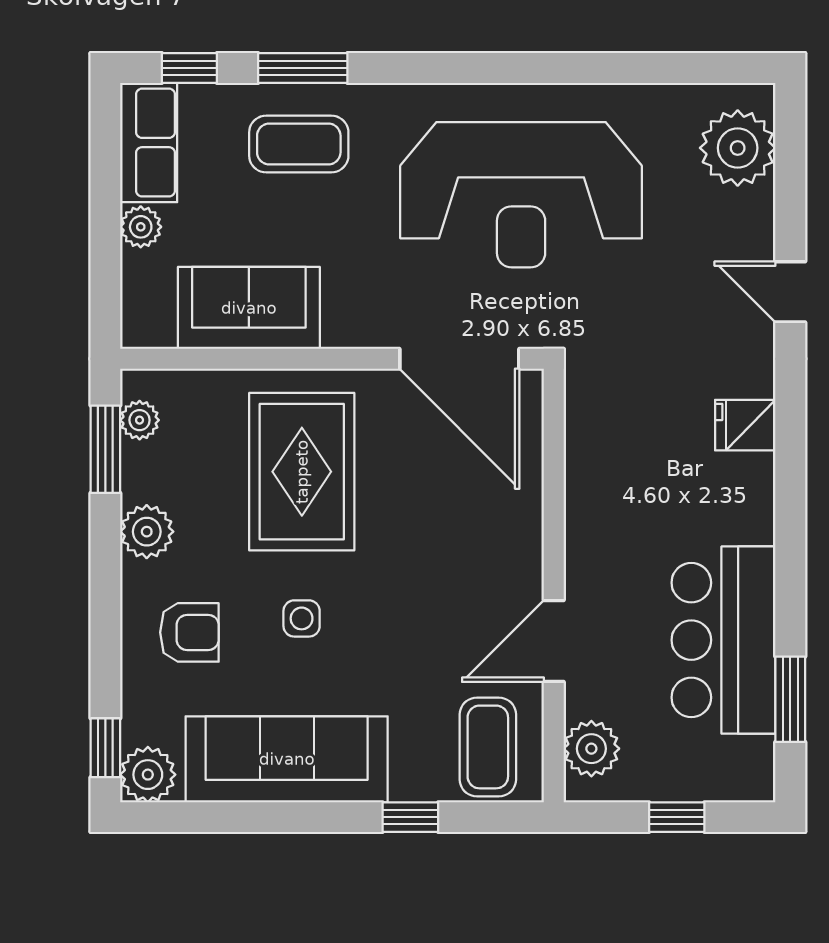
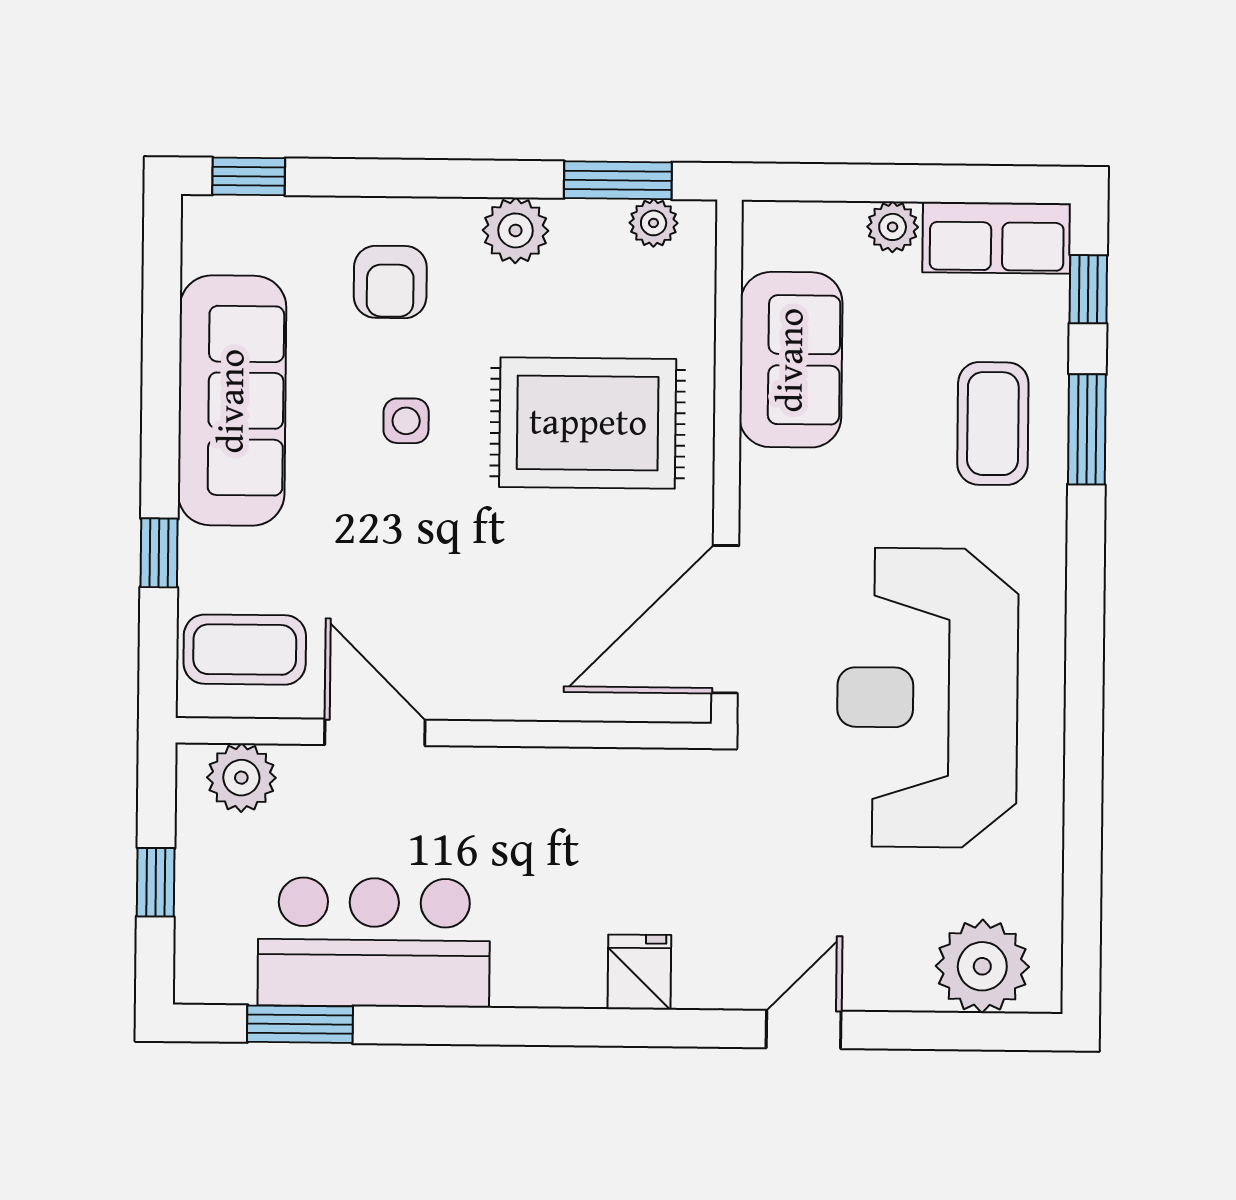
plant: (148, 775) -> (215, 229), removed

